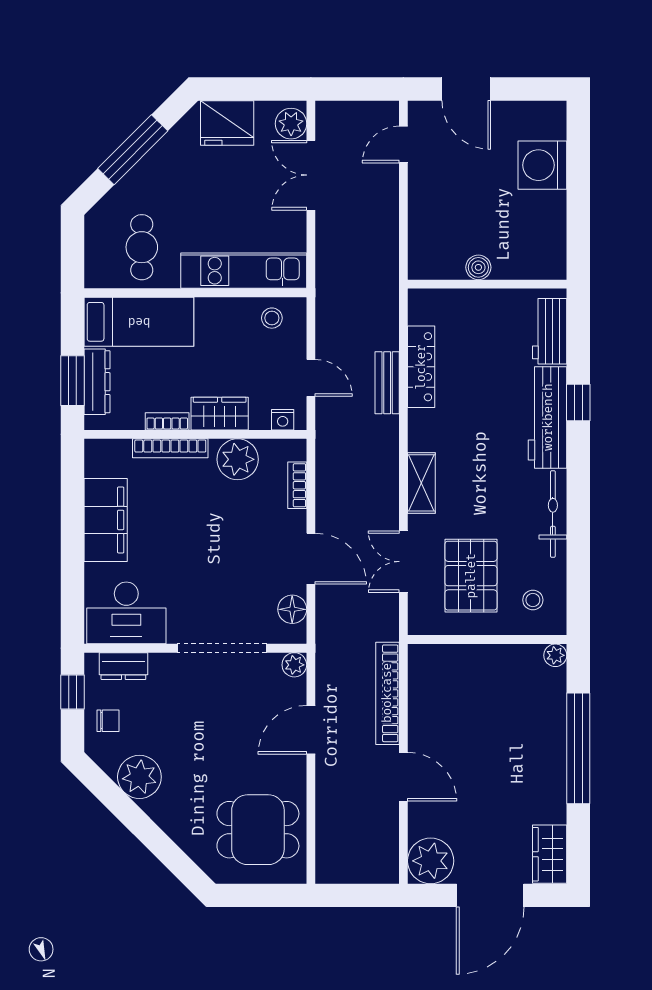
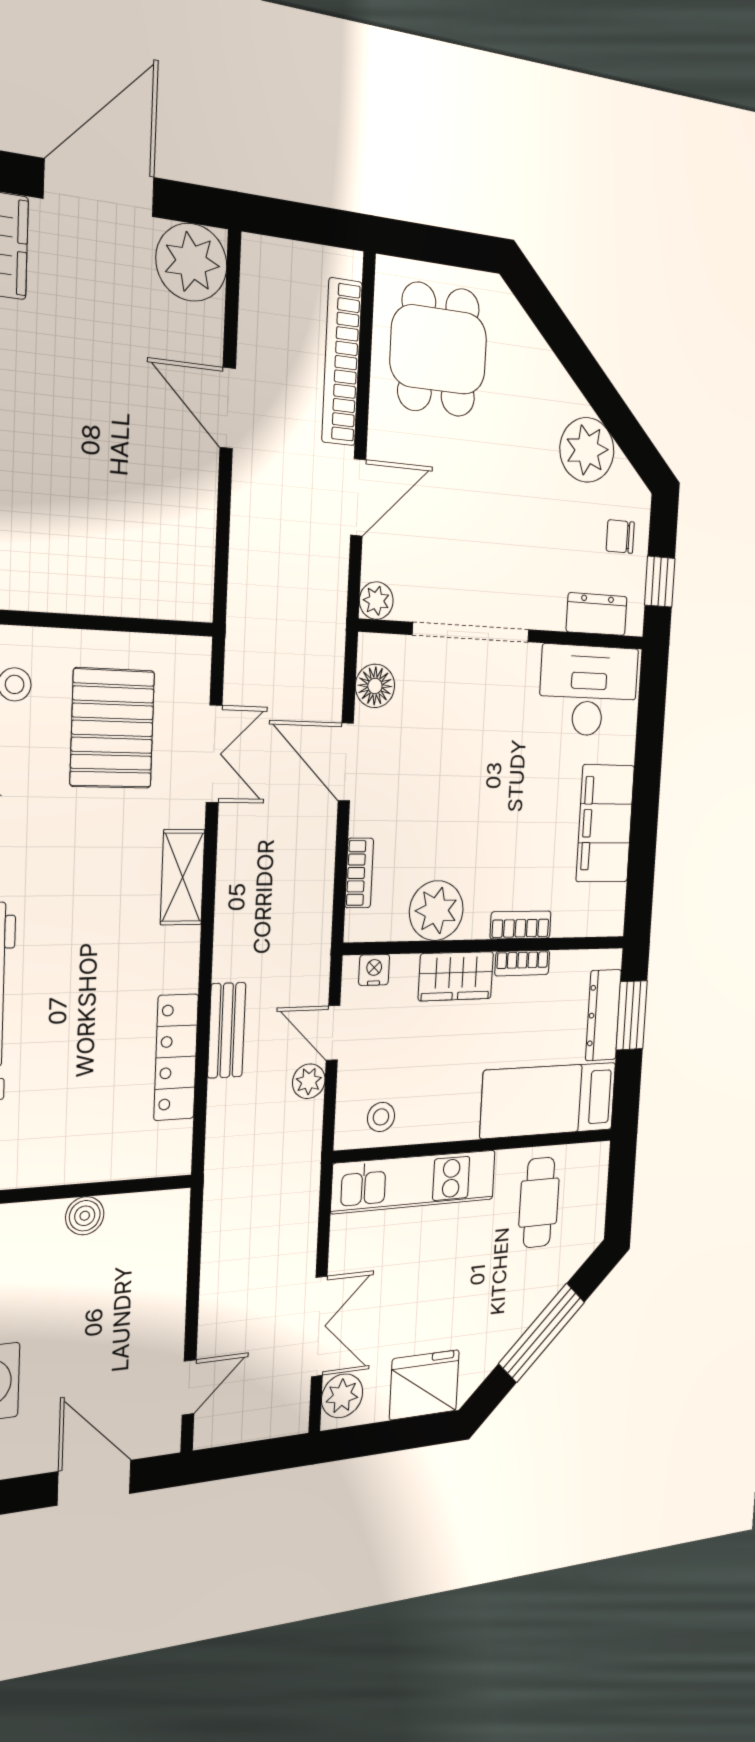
plant: (327, 346) -> (309, 1081), added
bookcase: (170, 448) -> (521, 925), width x0.64
bookcase: (387, 693) -> (342, 362), moved, turned 180
dining table: (258, 830) -> (439, 350), turned 90

